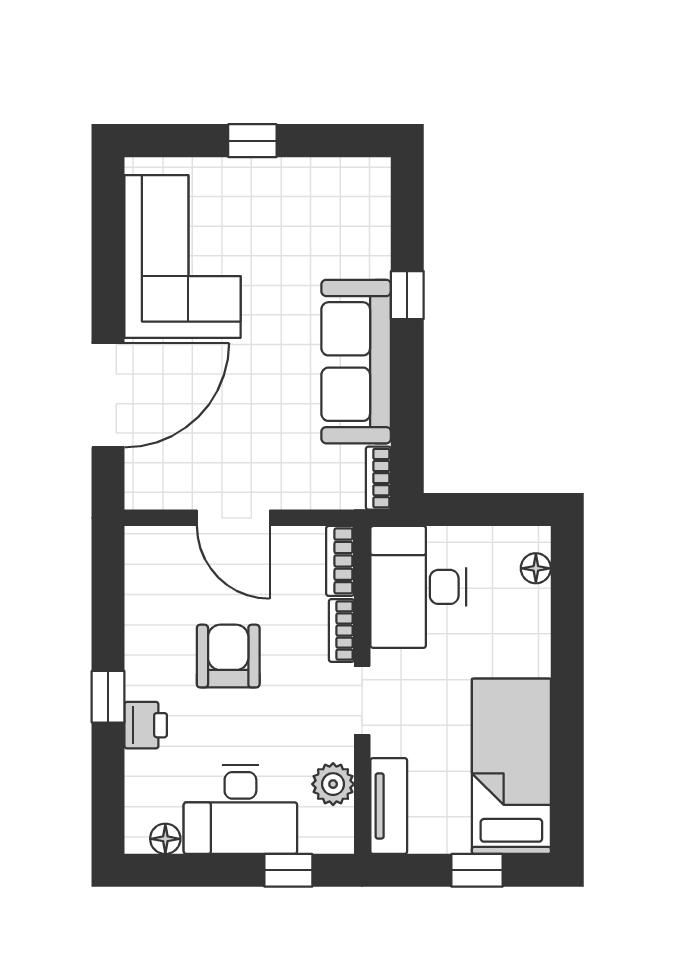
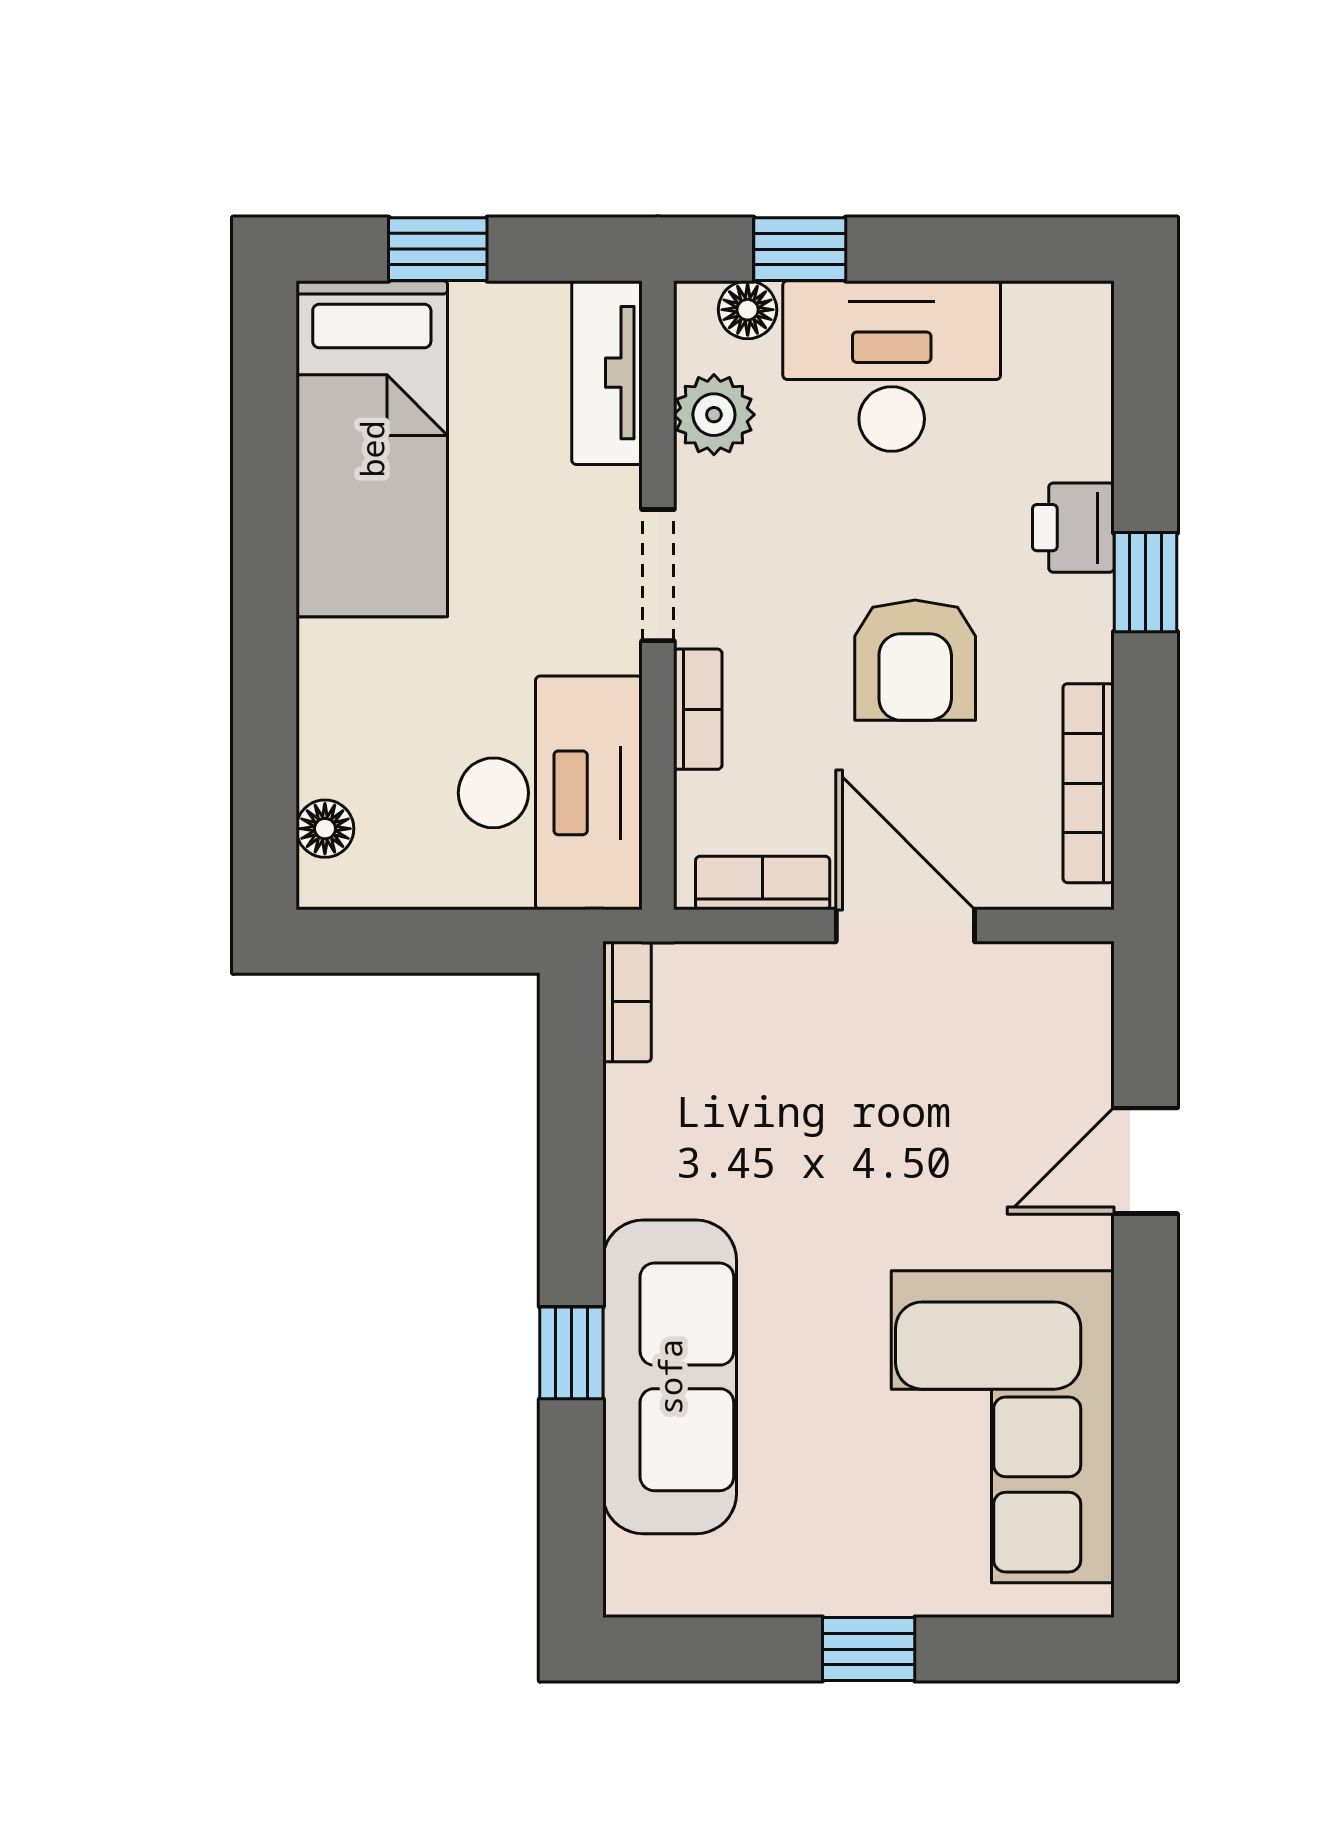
sofa: (356, 362) -> (670, 1377), moved
door: (108, 395) -> (1146, 1161), width x0.53
bookcase: (340, 561) -> (763, 883), moved, turned -90
bookcase: (138, 592) -> (1089, 783), added
floor lamp: (165, 839) -> (748, 310), moved

